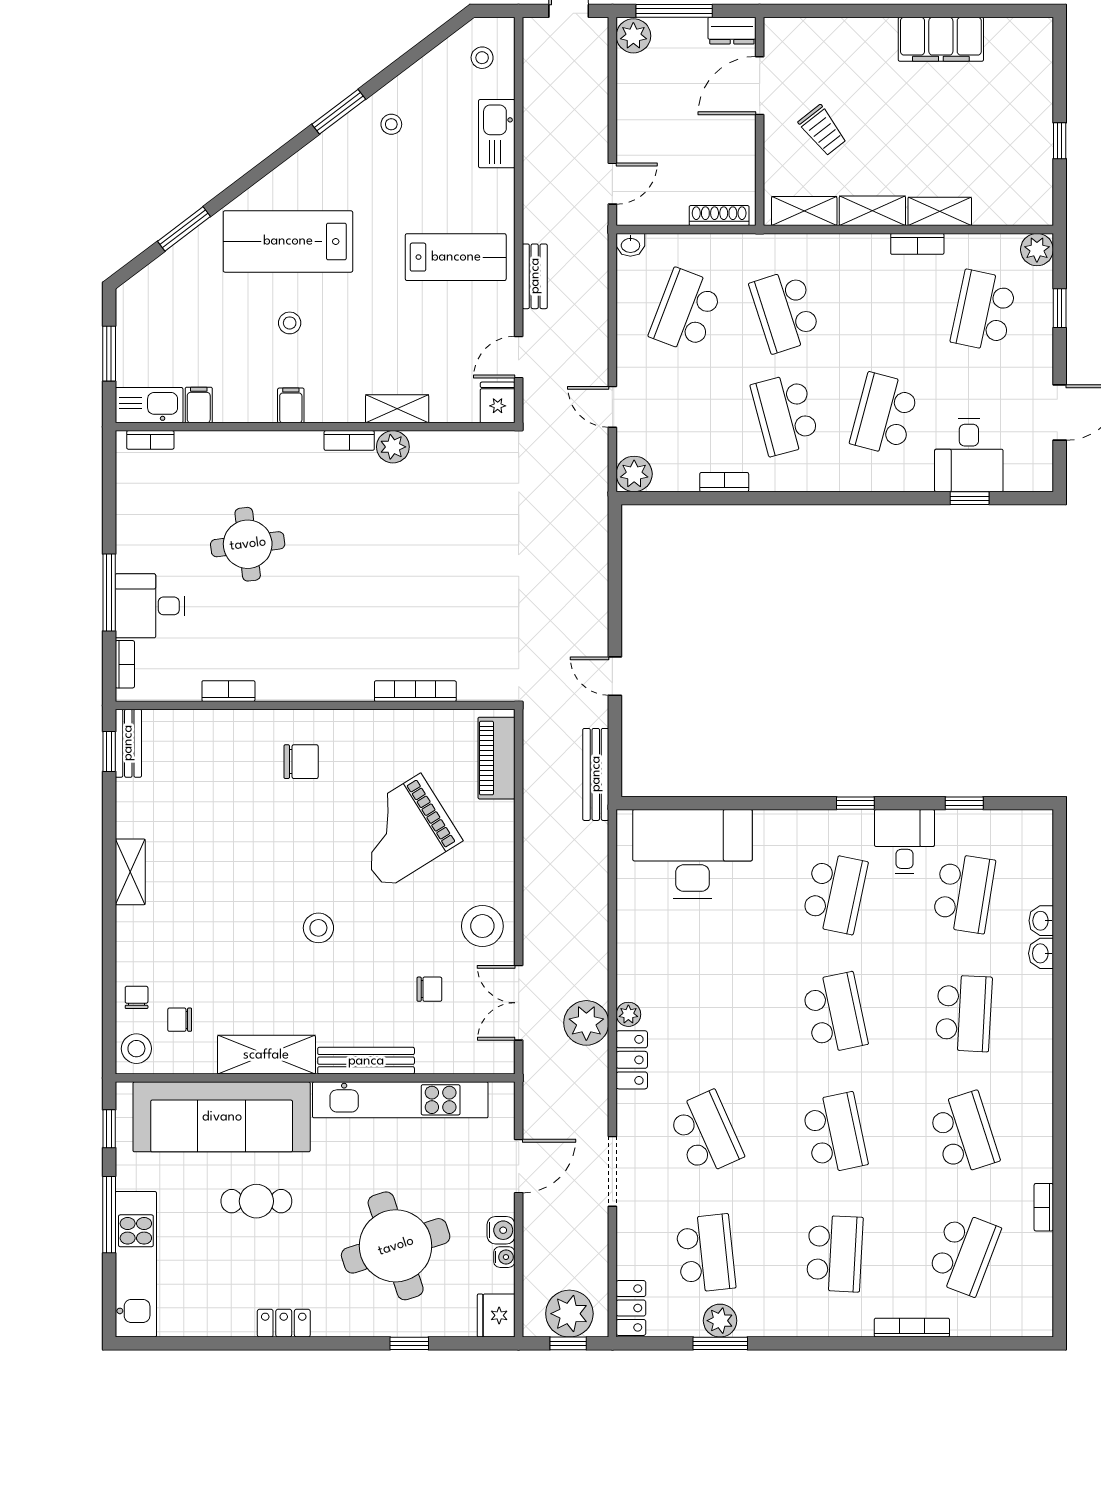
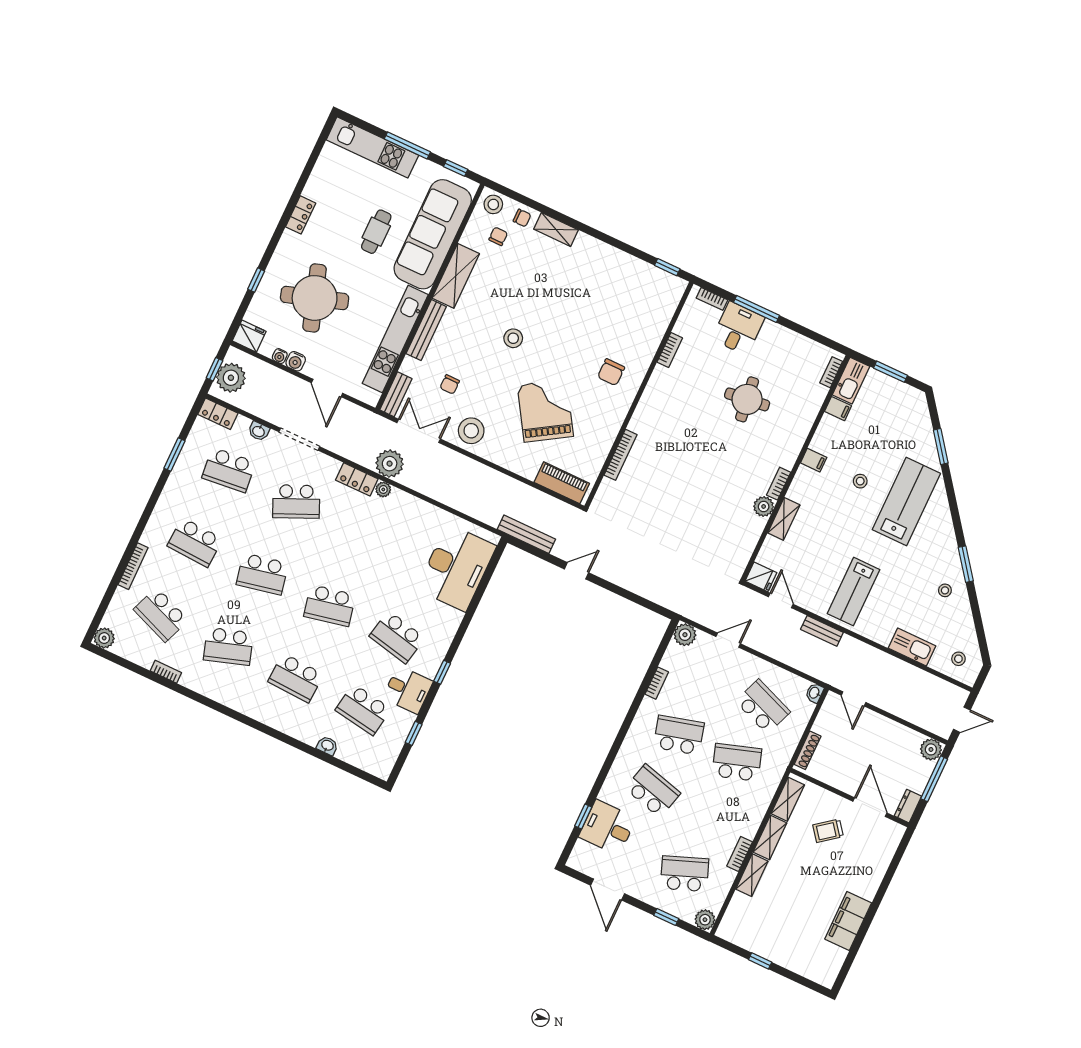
school desk: (984, 311) -> (685, 874), turned -33
bench: (128, 743) -> (396, 394), moved, turned 90
shelving: (130, 872) -> (556, 229), moved
washbasin: (1041, 953) -> (259, 431), moved, turned 180
plant: (720, 1321) -> (104, 638), moved

